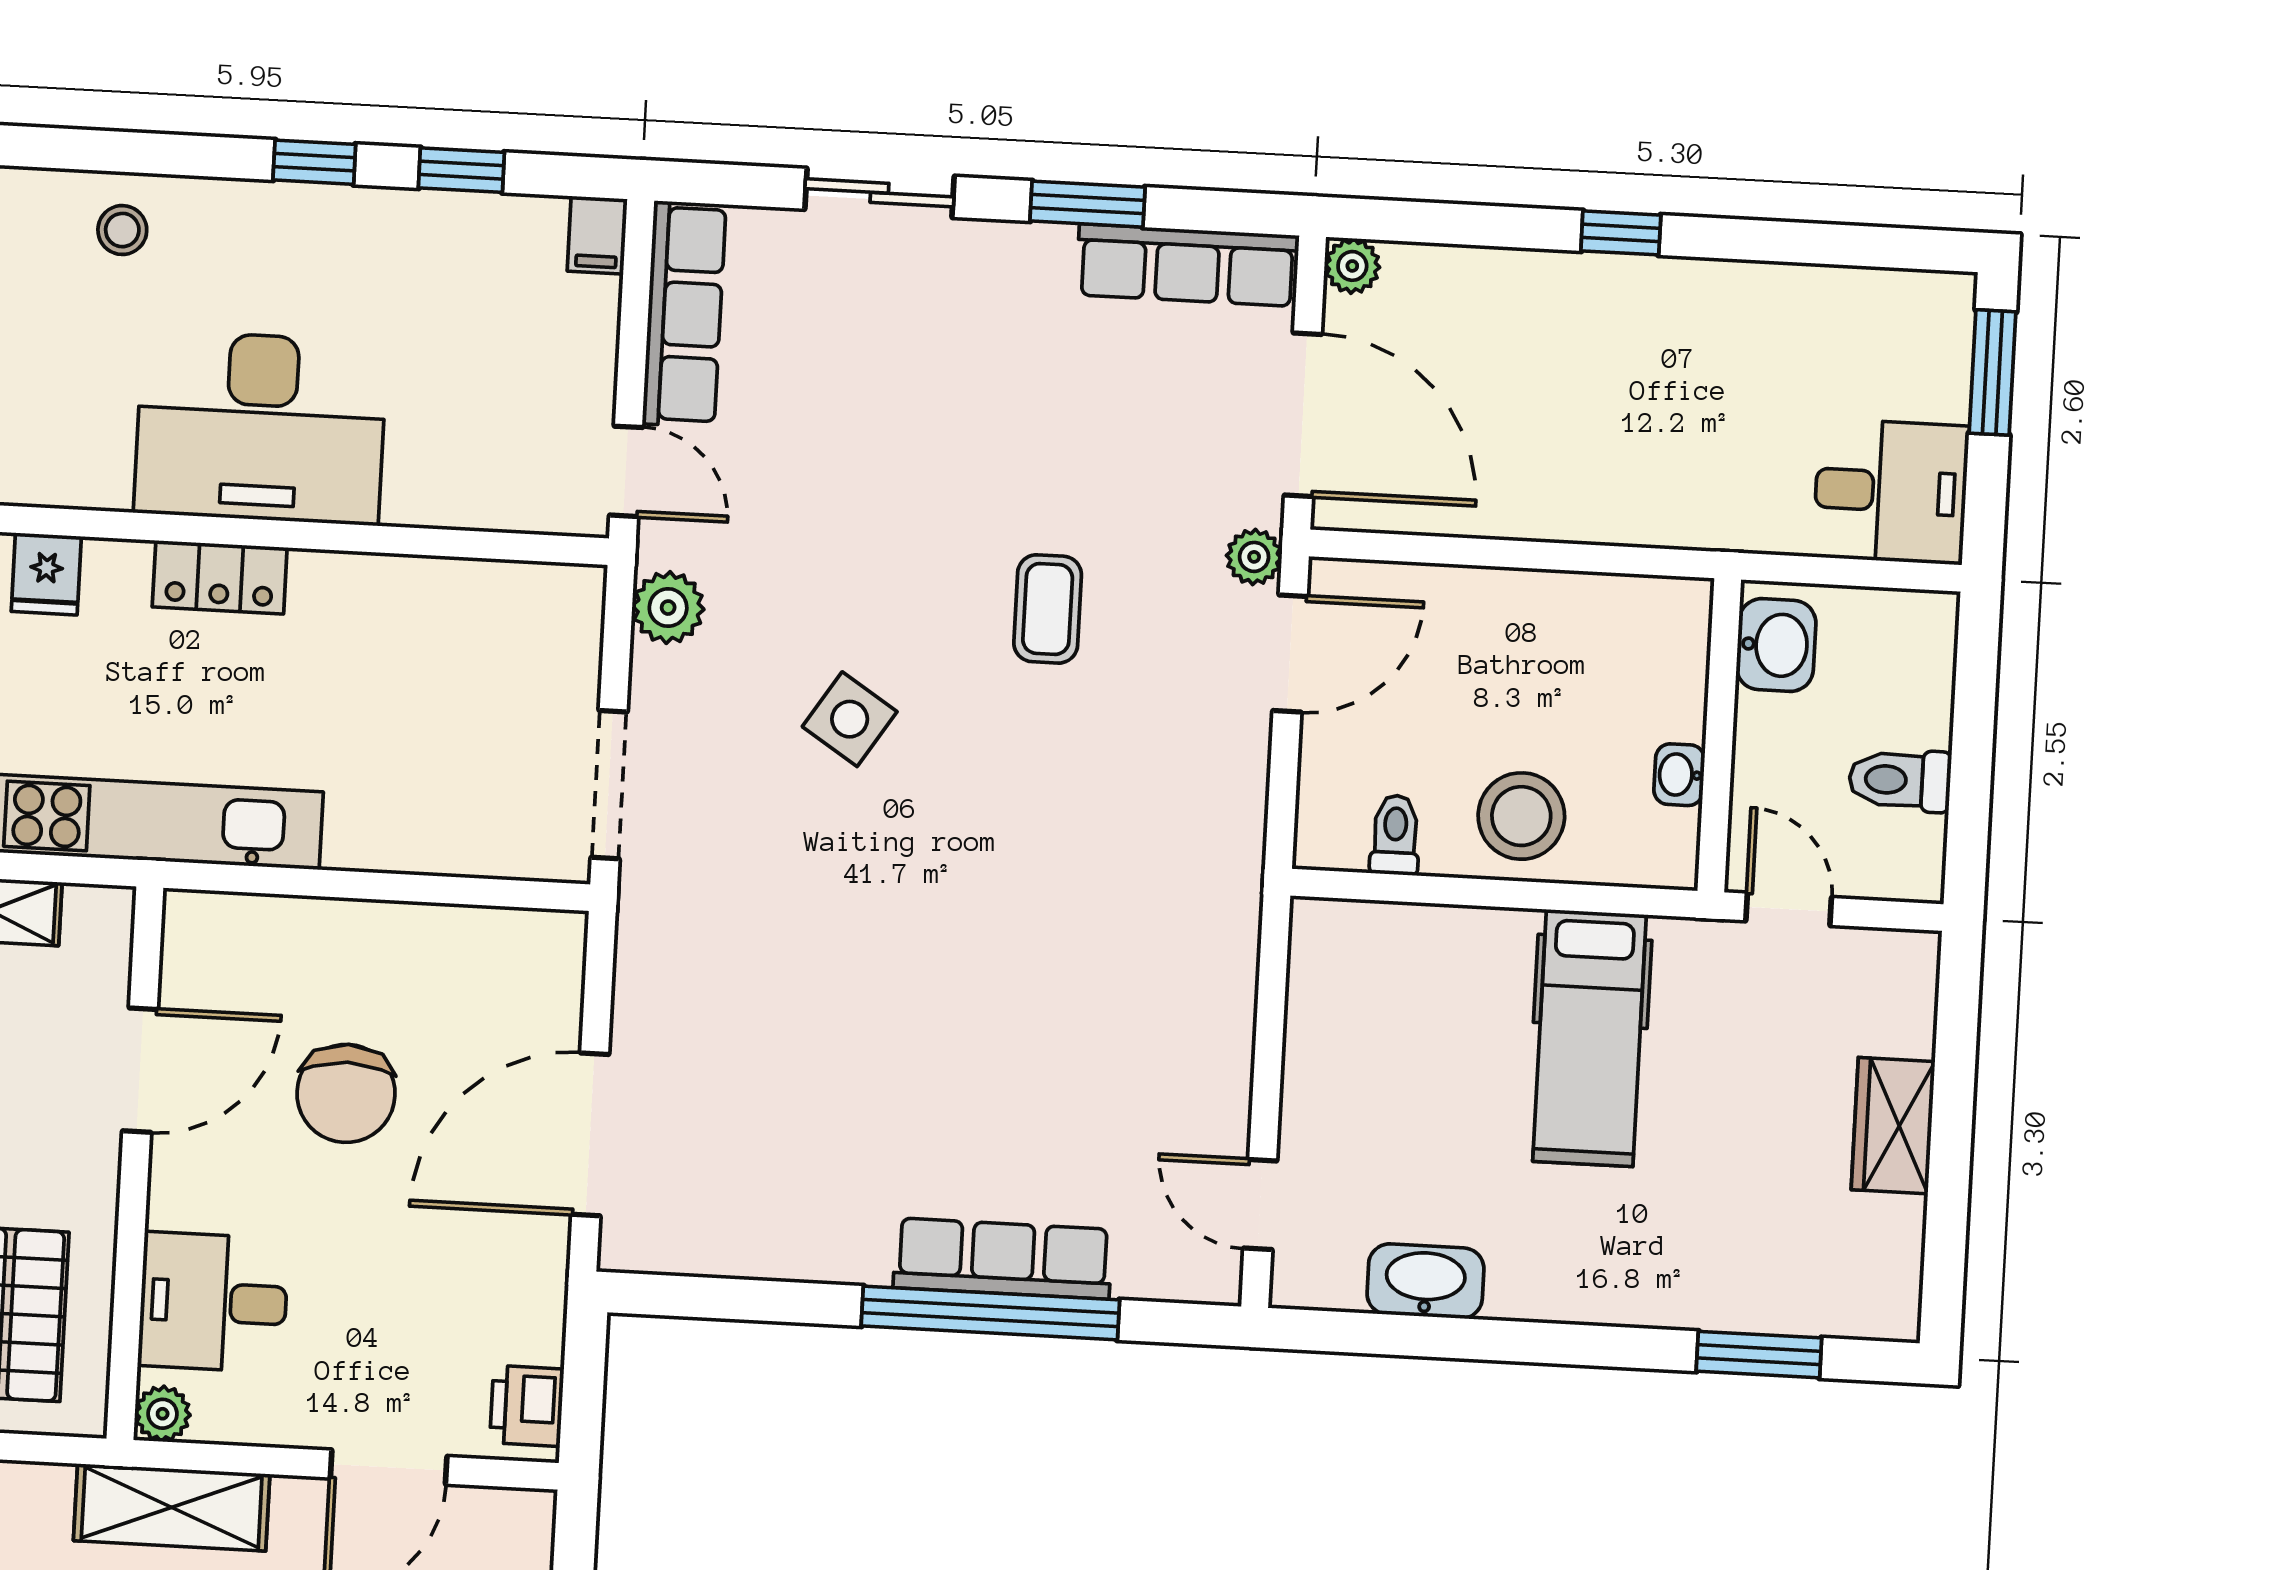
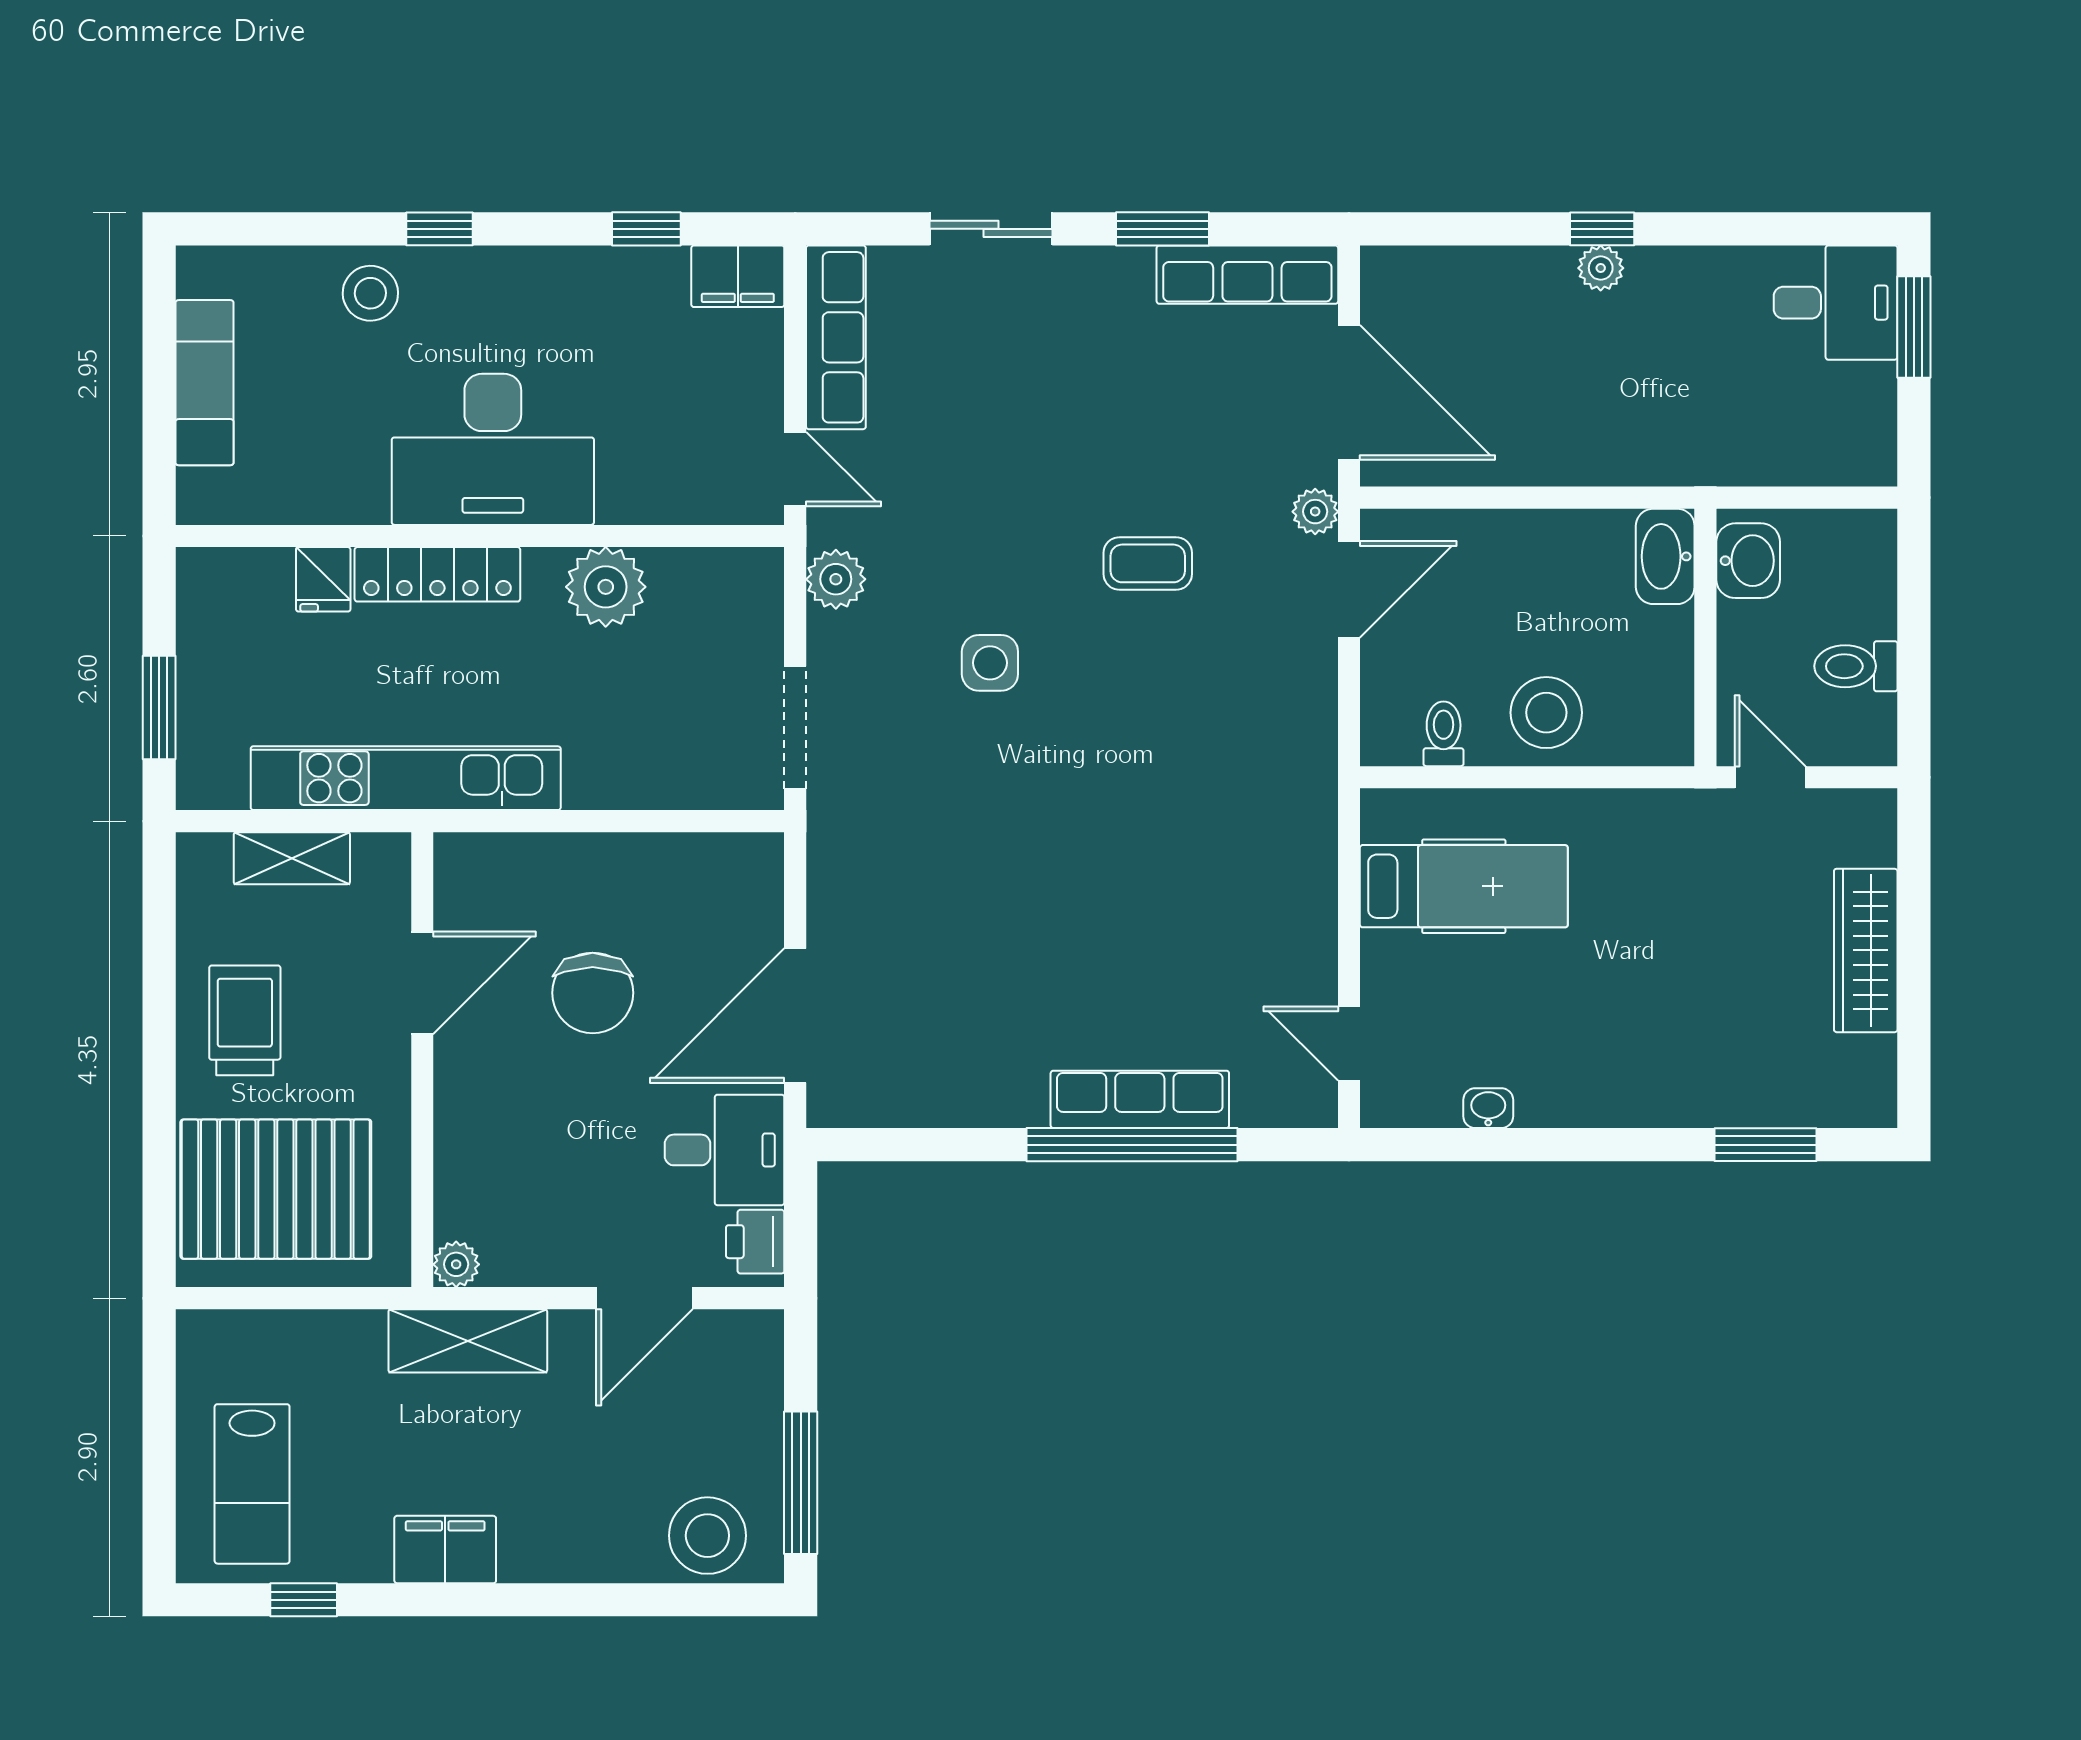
window: (314, 162) -> (440, 229), moved
stool: (122, 230) -> (370, 293), width x1.37, depth x1.37
filing cabinet: (597, 235) -> (738, 276), width x2.00
plant: (1352, 266) -> (1601, 268), moved
desk: (1891, 491) -> (1836, 303), moved
locker: (220, 577) -> (437, 574), width x1.53
plant: (389, 602) -> (606, 587), added
coffee table: (1048, 609) -> (1148, 563), turned 90
side table: (850, 719) -> (990, 663), turned -33
washbasin: (1679, 775) -> (1665, 556), moved, width x1.91, depth x1.45
hospital bed: (1590, 1038) -> (1464, 886), moved, turned -90
wardrobe: (1893, 1126) -> (1866, 950), width x1.50
washbasin: (1425, 1281) -> (1488, 1108), width x0.52, depth x0.69
desk: (213, 1302) -> (724, 1150), moved, turned 180

